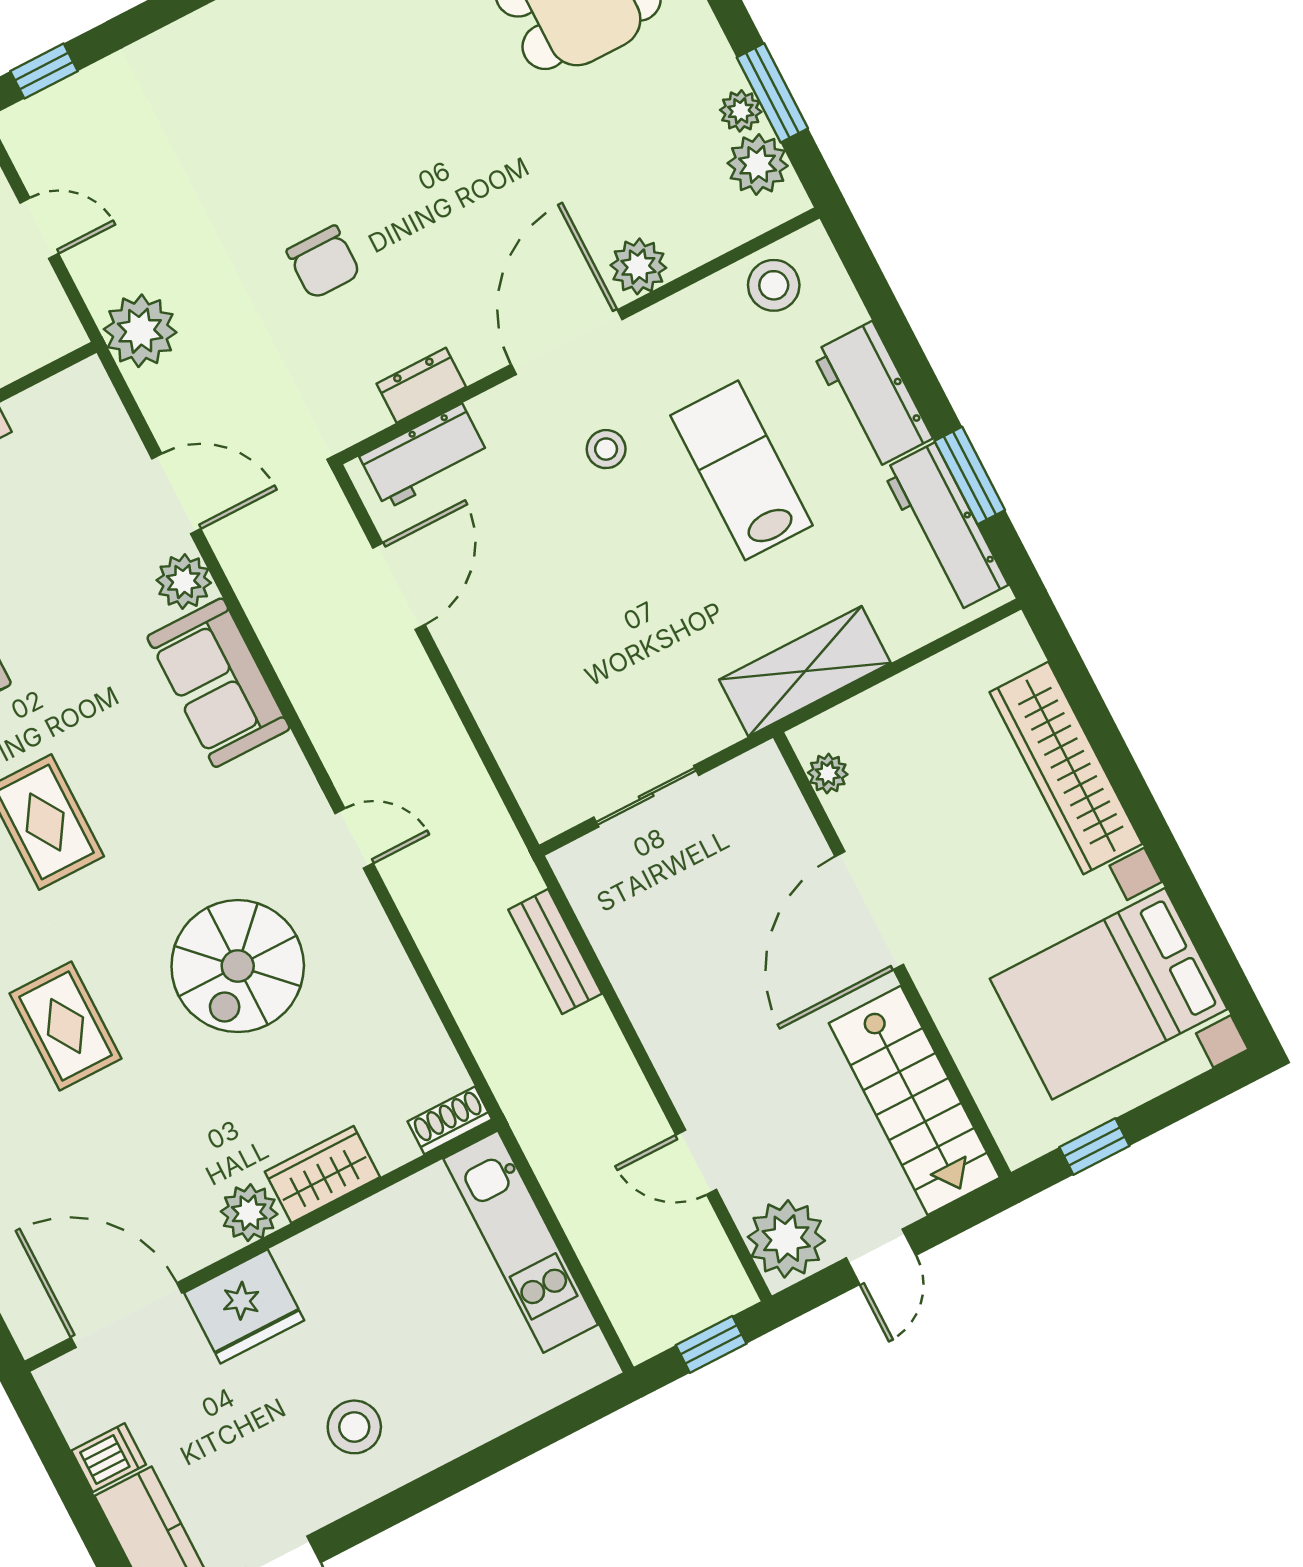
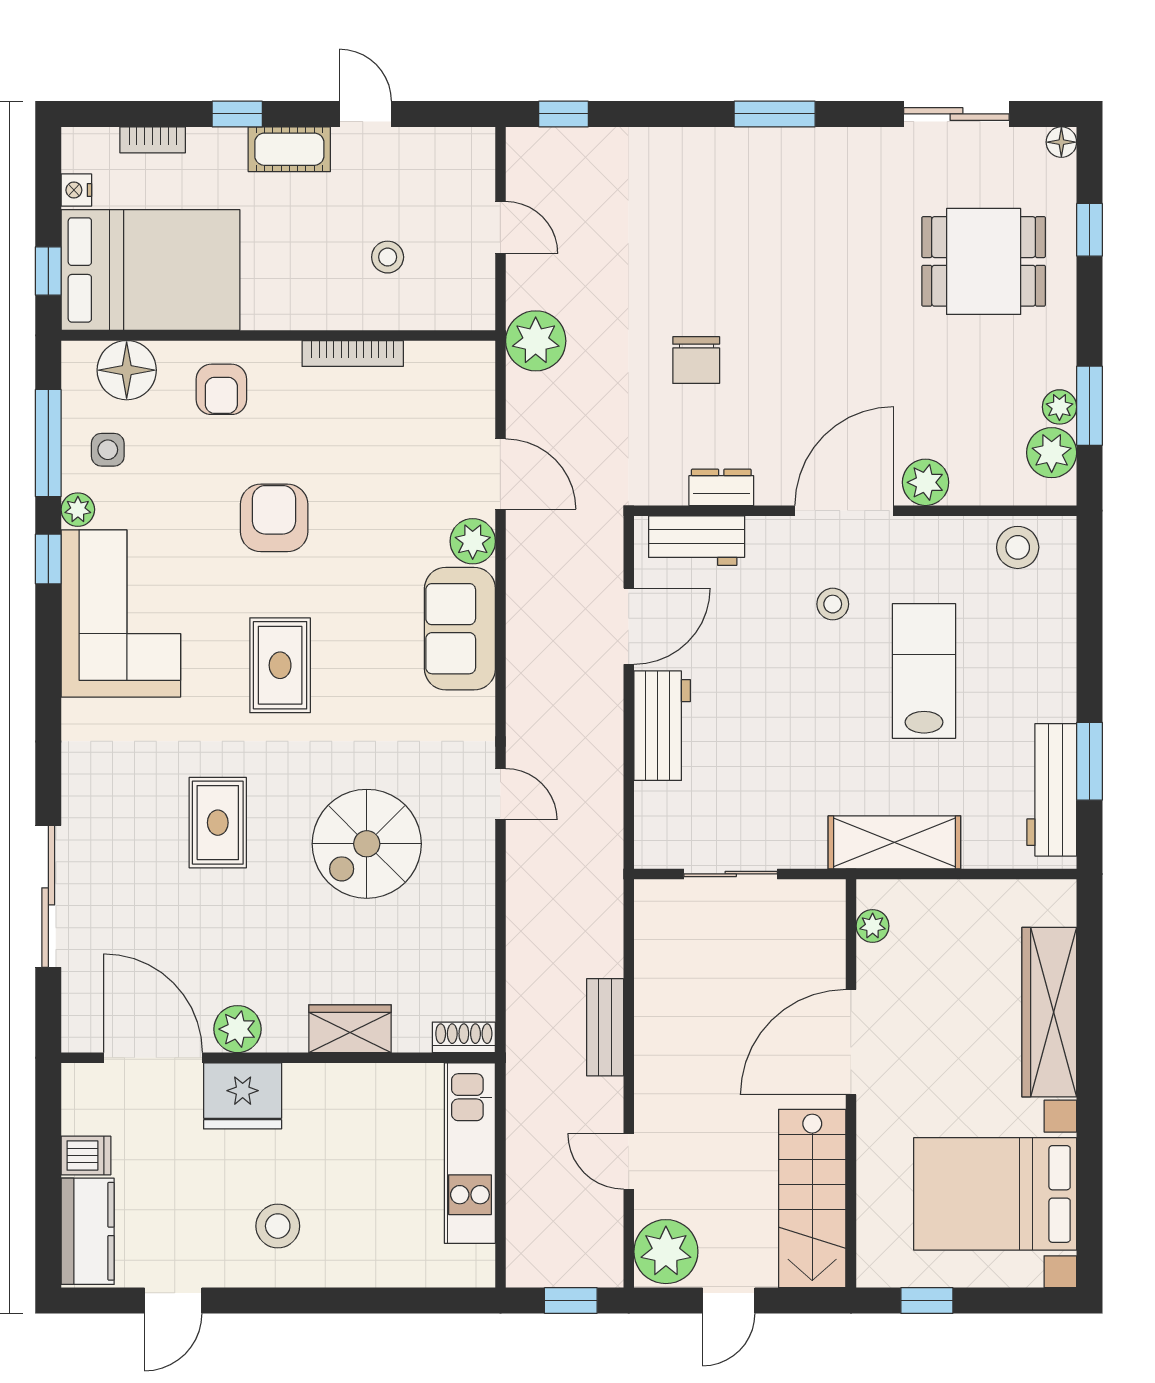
workbench: (872, 395) -> (662, 726), moved, turned 180
bench: (555, 952) -> (605, 1027), moved
plant: (249, 1213) -> (237, 1029), moved

